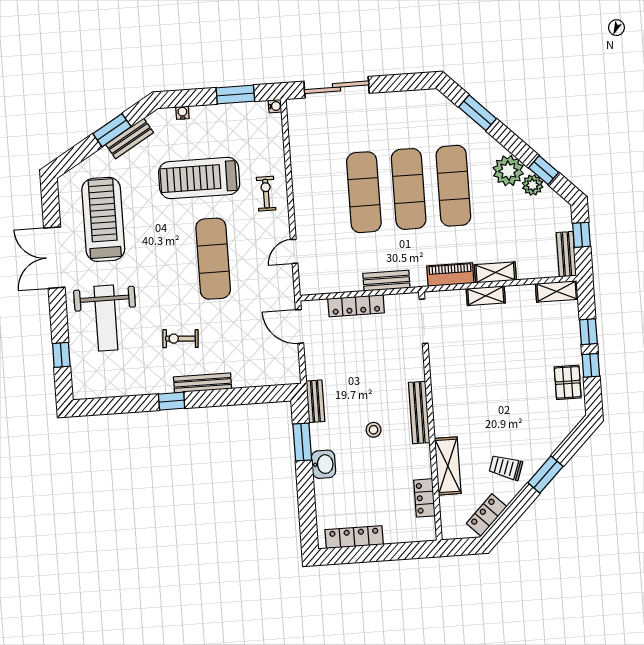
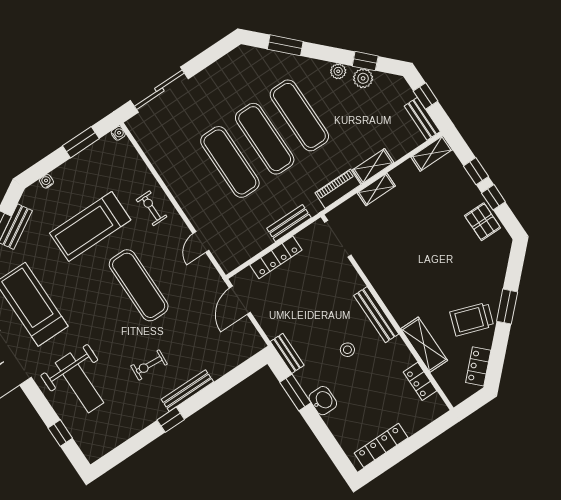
plant: (508, 171) -> (338, 71), width x0.53, depth x0.53
door: (300, 326) -> (240, 300), hinge flipped
trolley: (506, 467) -> (472, 319), width x1.36, depth x1.39

